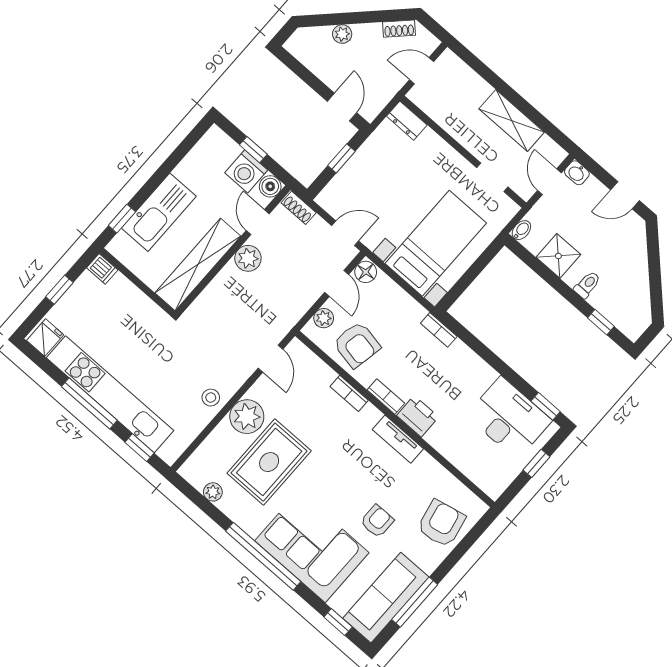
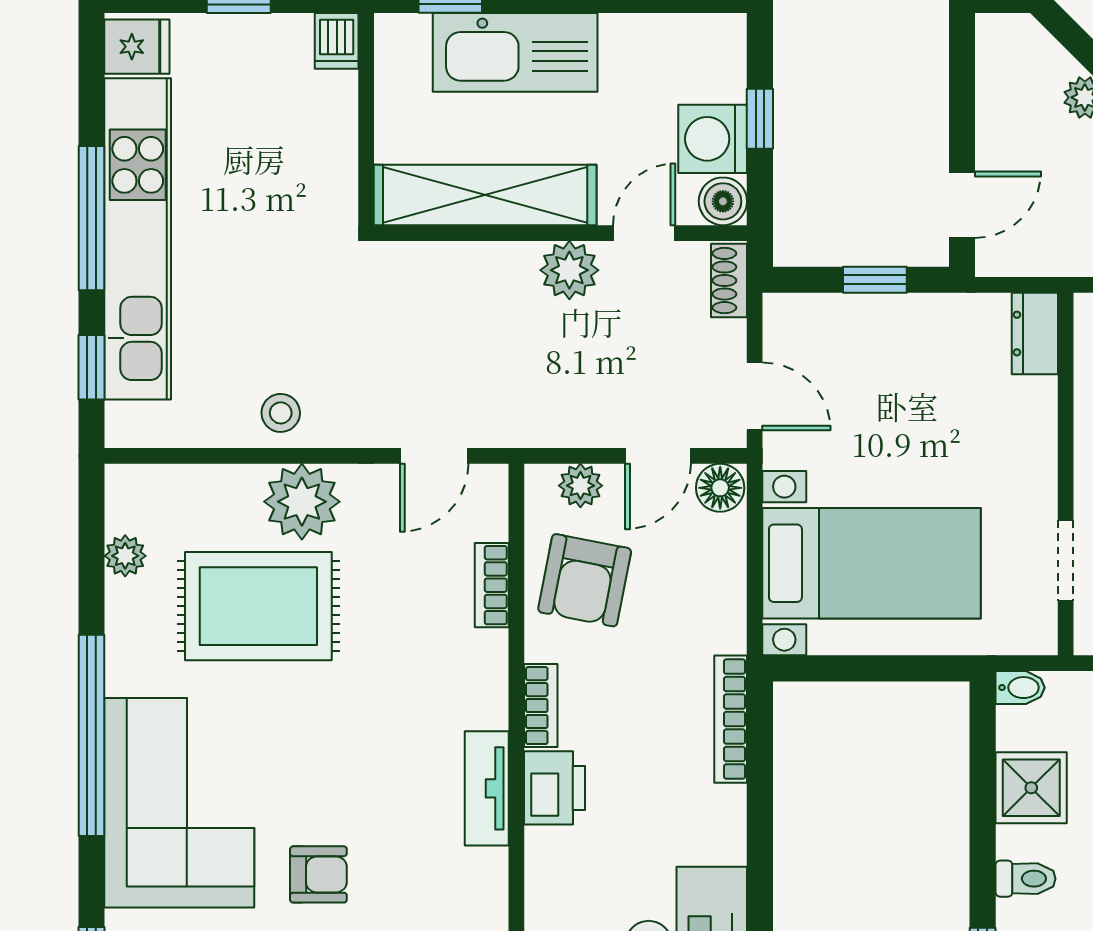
bookcase: (439, 330) -> (731, 719), width x1.56
bookcase: (349, 393) -> (492, 585), moved

